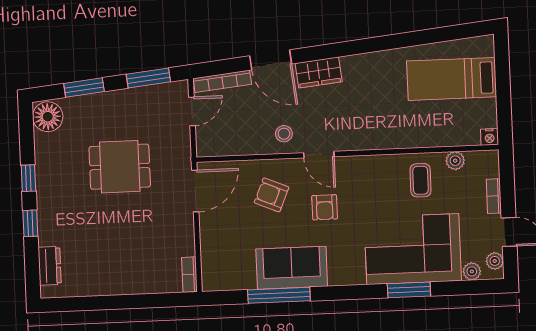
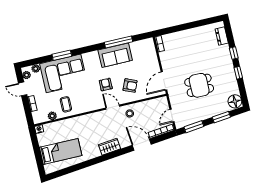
wardrobe: (319, 72) -> (109, 147), moved

